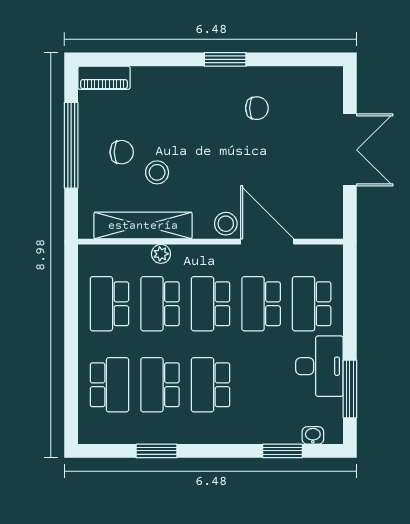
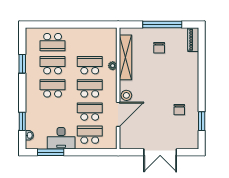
window: (225, 59) -> (202, 121), moved
stool: (157, 172) -> (150, 64), removed
school desk: (109, 304) -> (90, 42), removed

